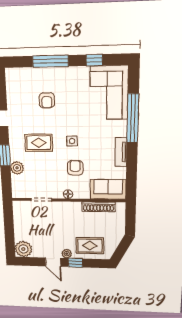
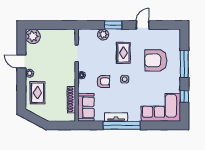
armchair: (47, 100) -> (156, 60), width x1.88, depth x1.88
window: (133, 118) -> (122, 125), moved
door: (53, 262) -> (21, 62), hinge flipped
window: (76, 263) -> (21, 81), removed

